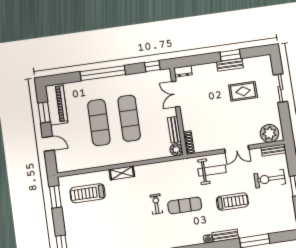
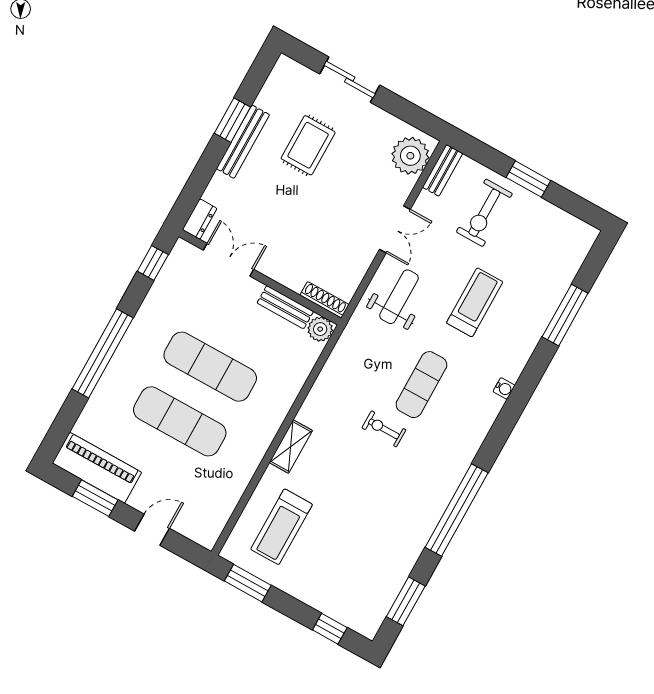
bench: (230, 65) -> (243, 142), width x1.36
double door: (176, 94) -> (229, 260), swing flipped
bench: (225, 235) -> (520, 356), removed

